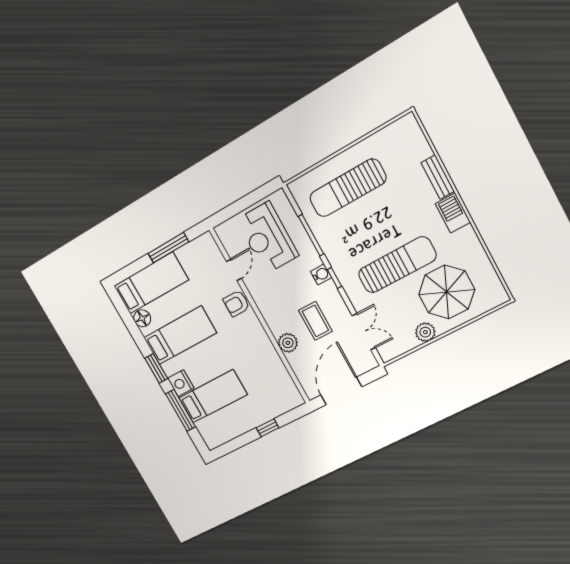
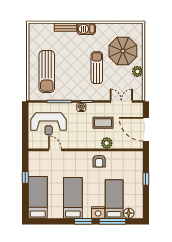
window: (168, 248) -> (25, 177), width x0.46
sun lounger: (397, 265) -> (97, 68), width x0.73, depth x0.75
armchair: (236, 303) -> (99, 161), moved
floor lamp: (142, 318) -> (129, 213), moved

